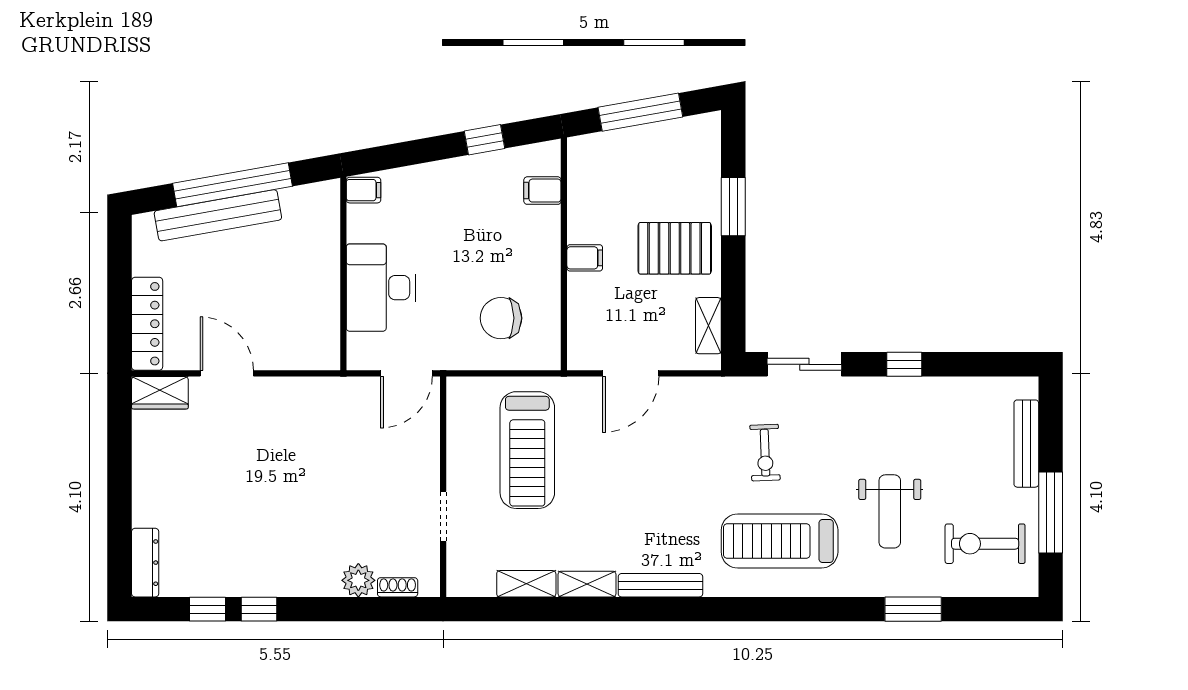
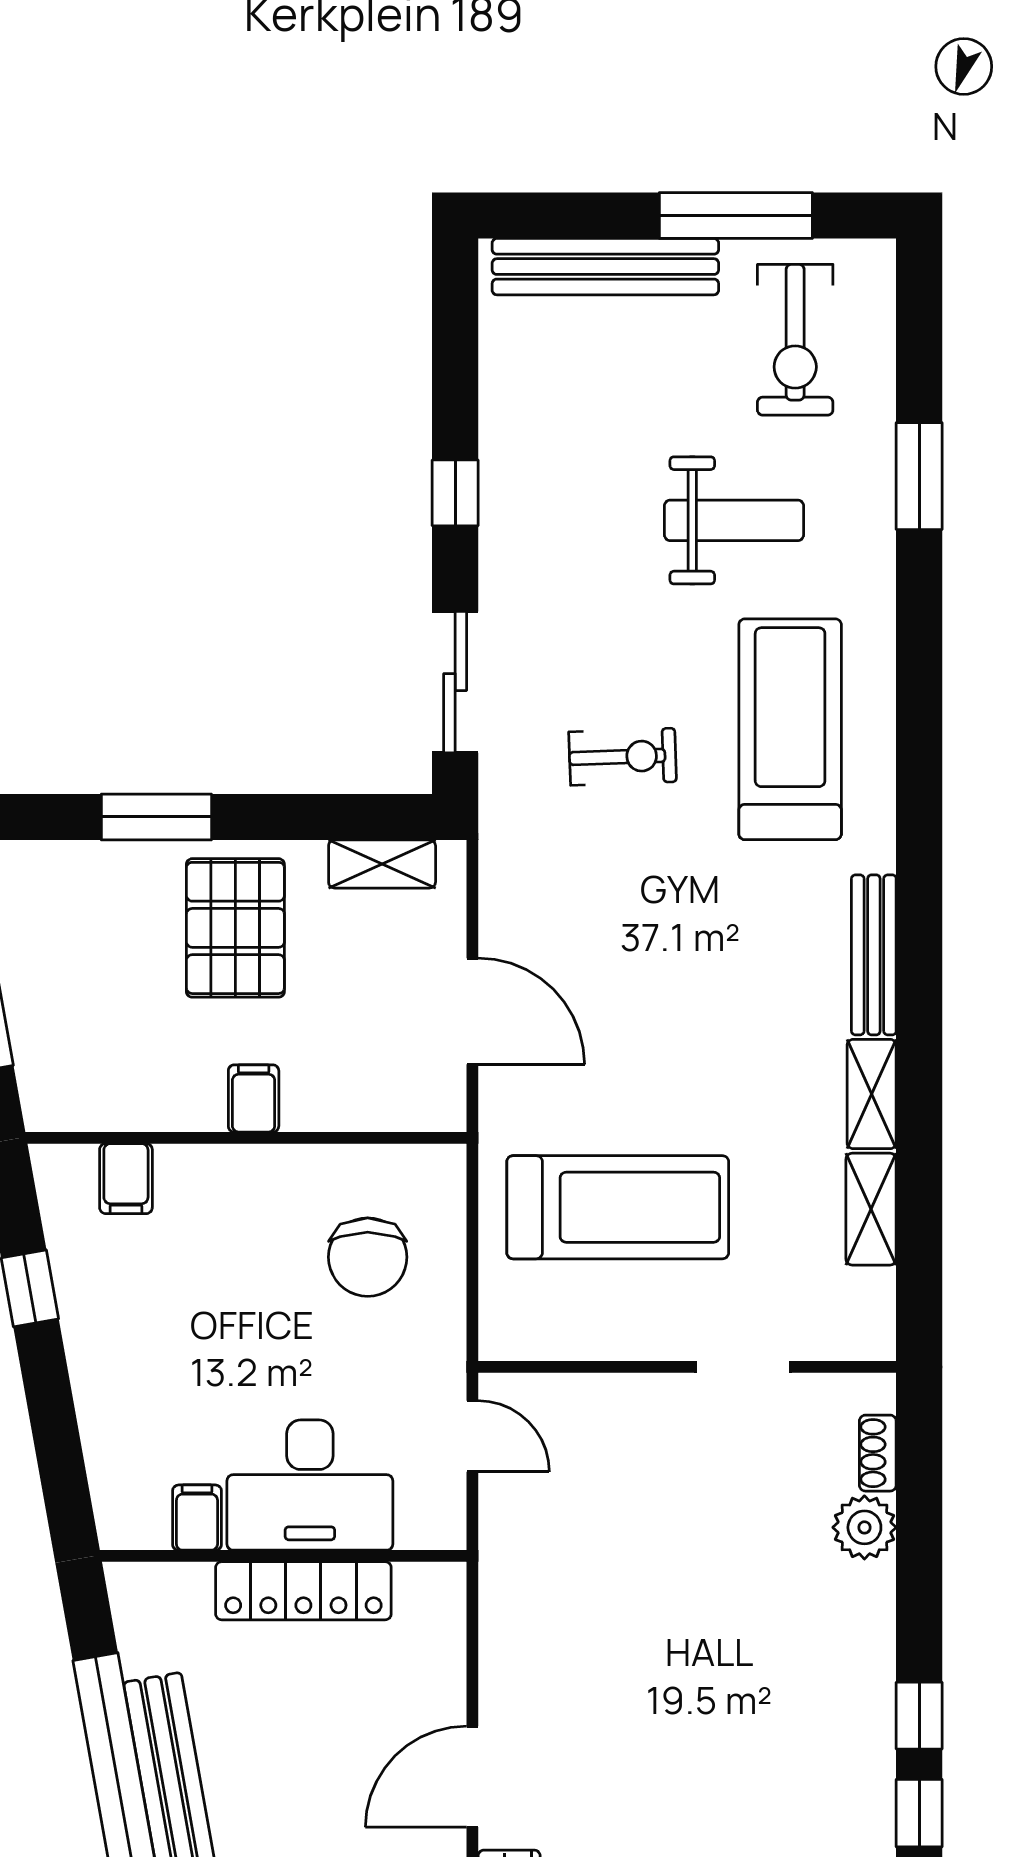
filing cabinet: (364, 190) -> (197, 1518), moved
locker: (325, 284) -> (303, 1591), added
door: (406, 373) -> (472, 1436), width x0.73
bench: (1026, 444) -> (605, 267), width x1.37, depth x1.21
treadmill: (780, 541) -> (790, 729), turned 180

